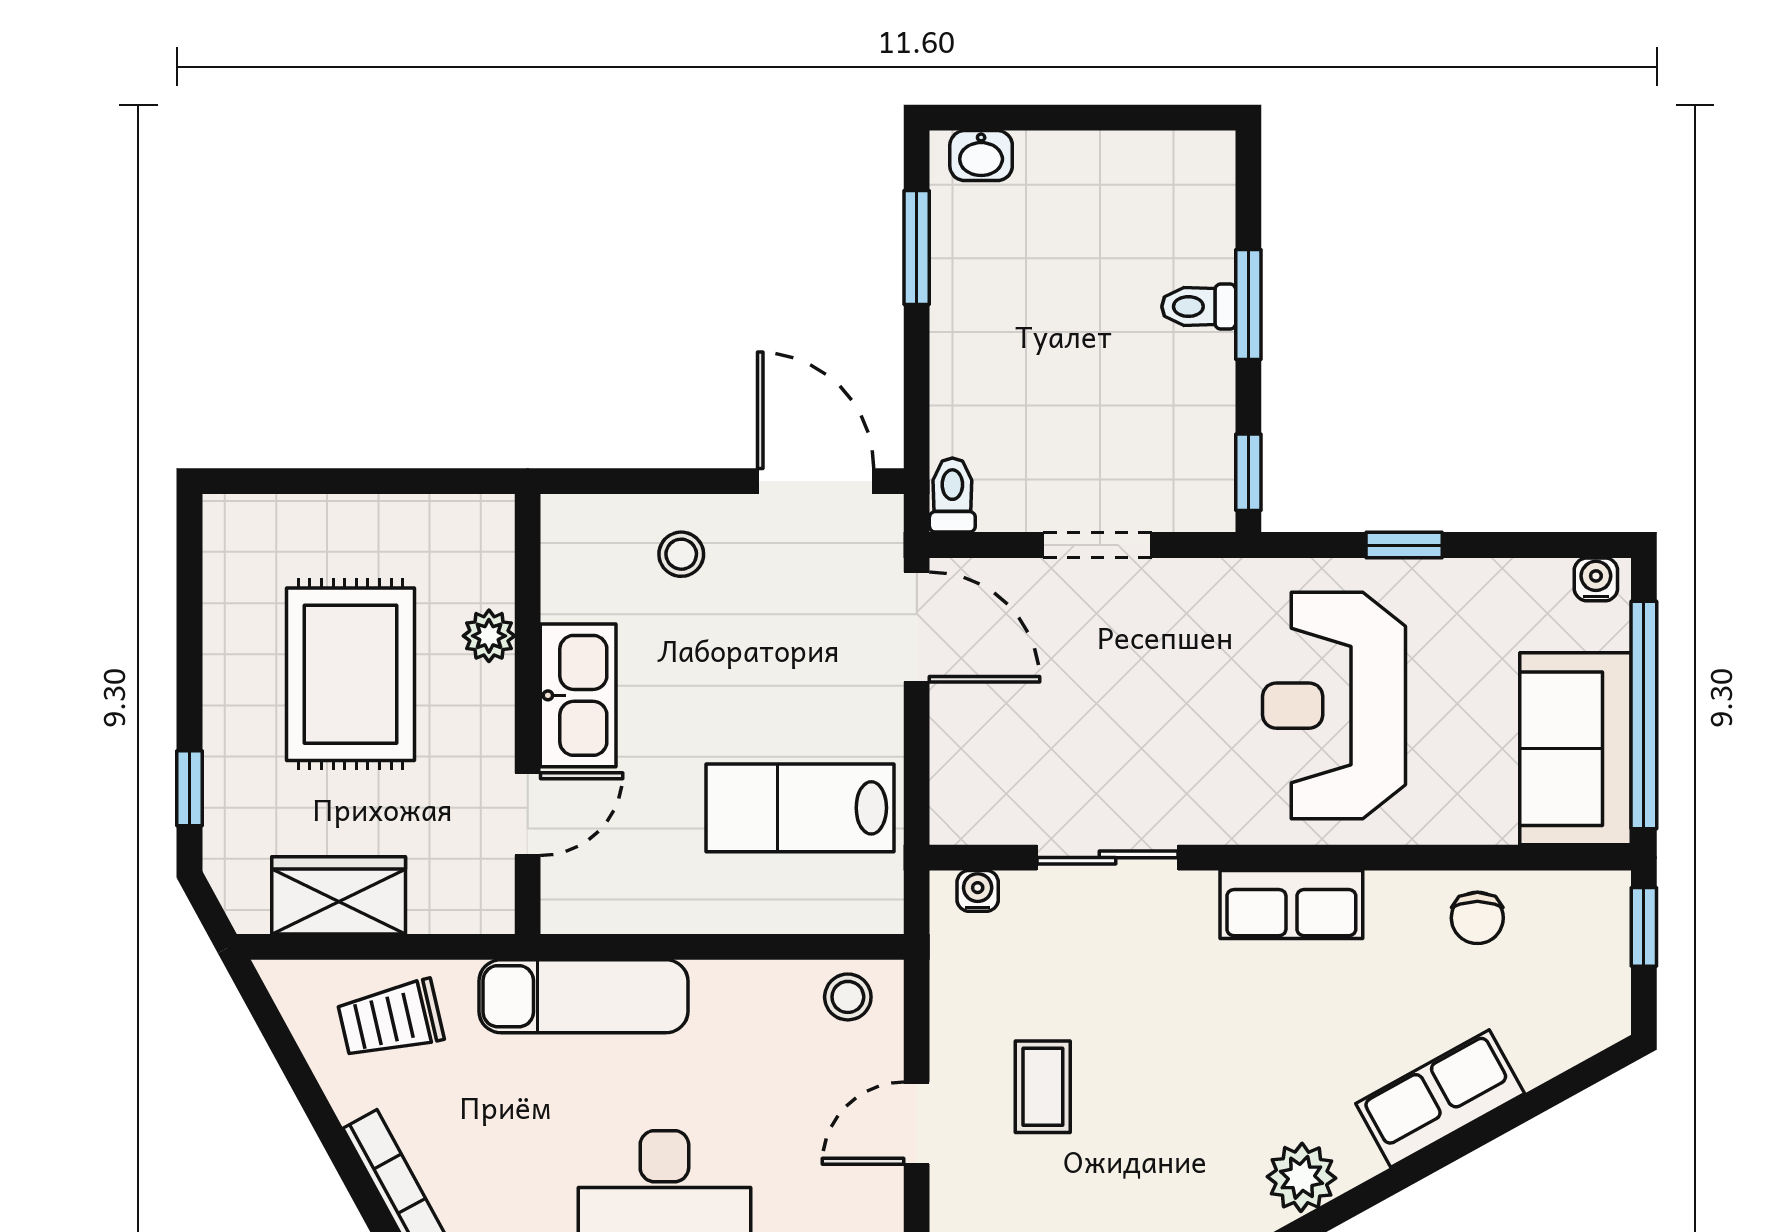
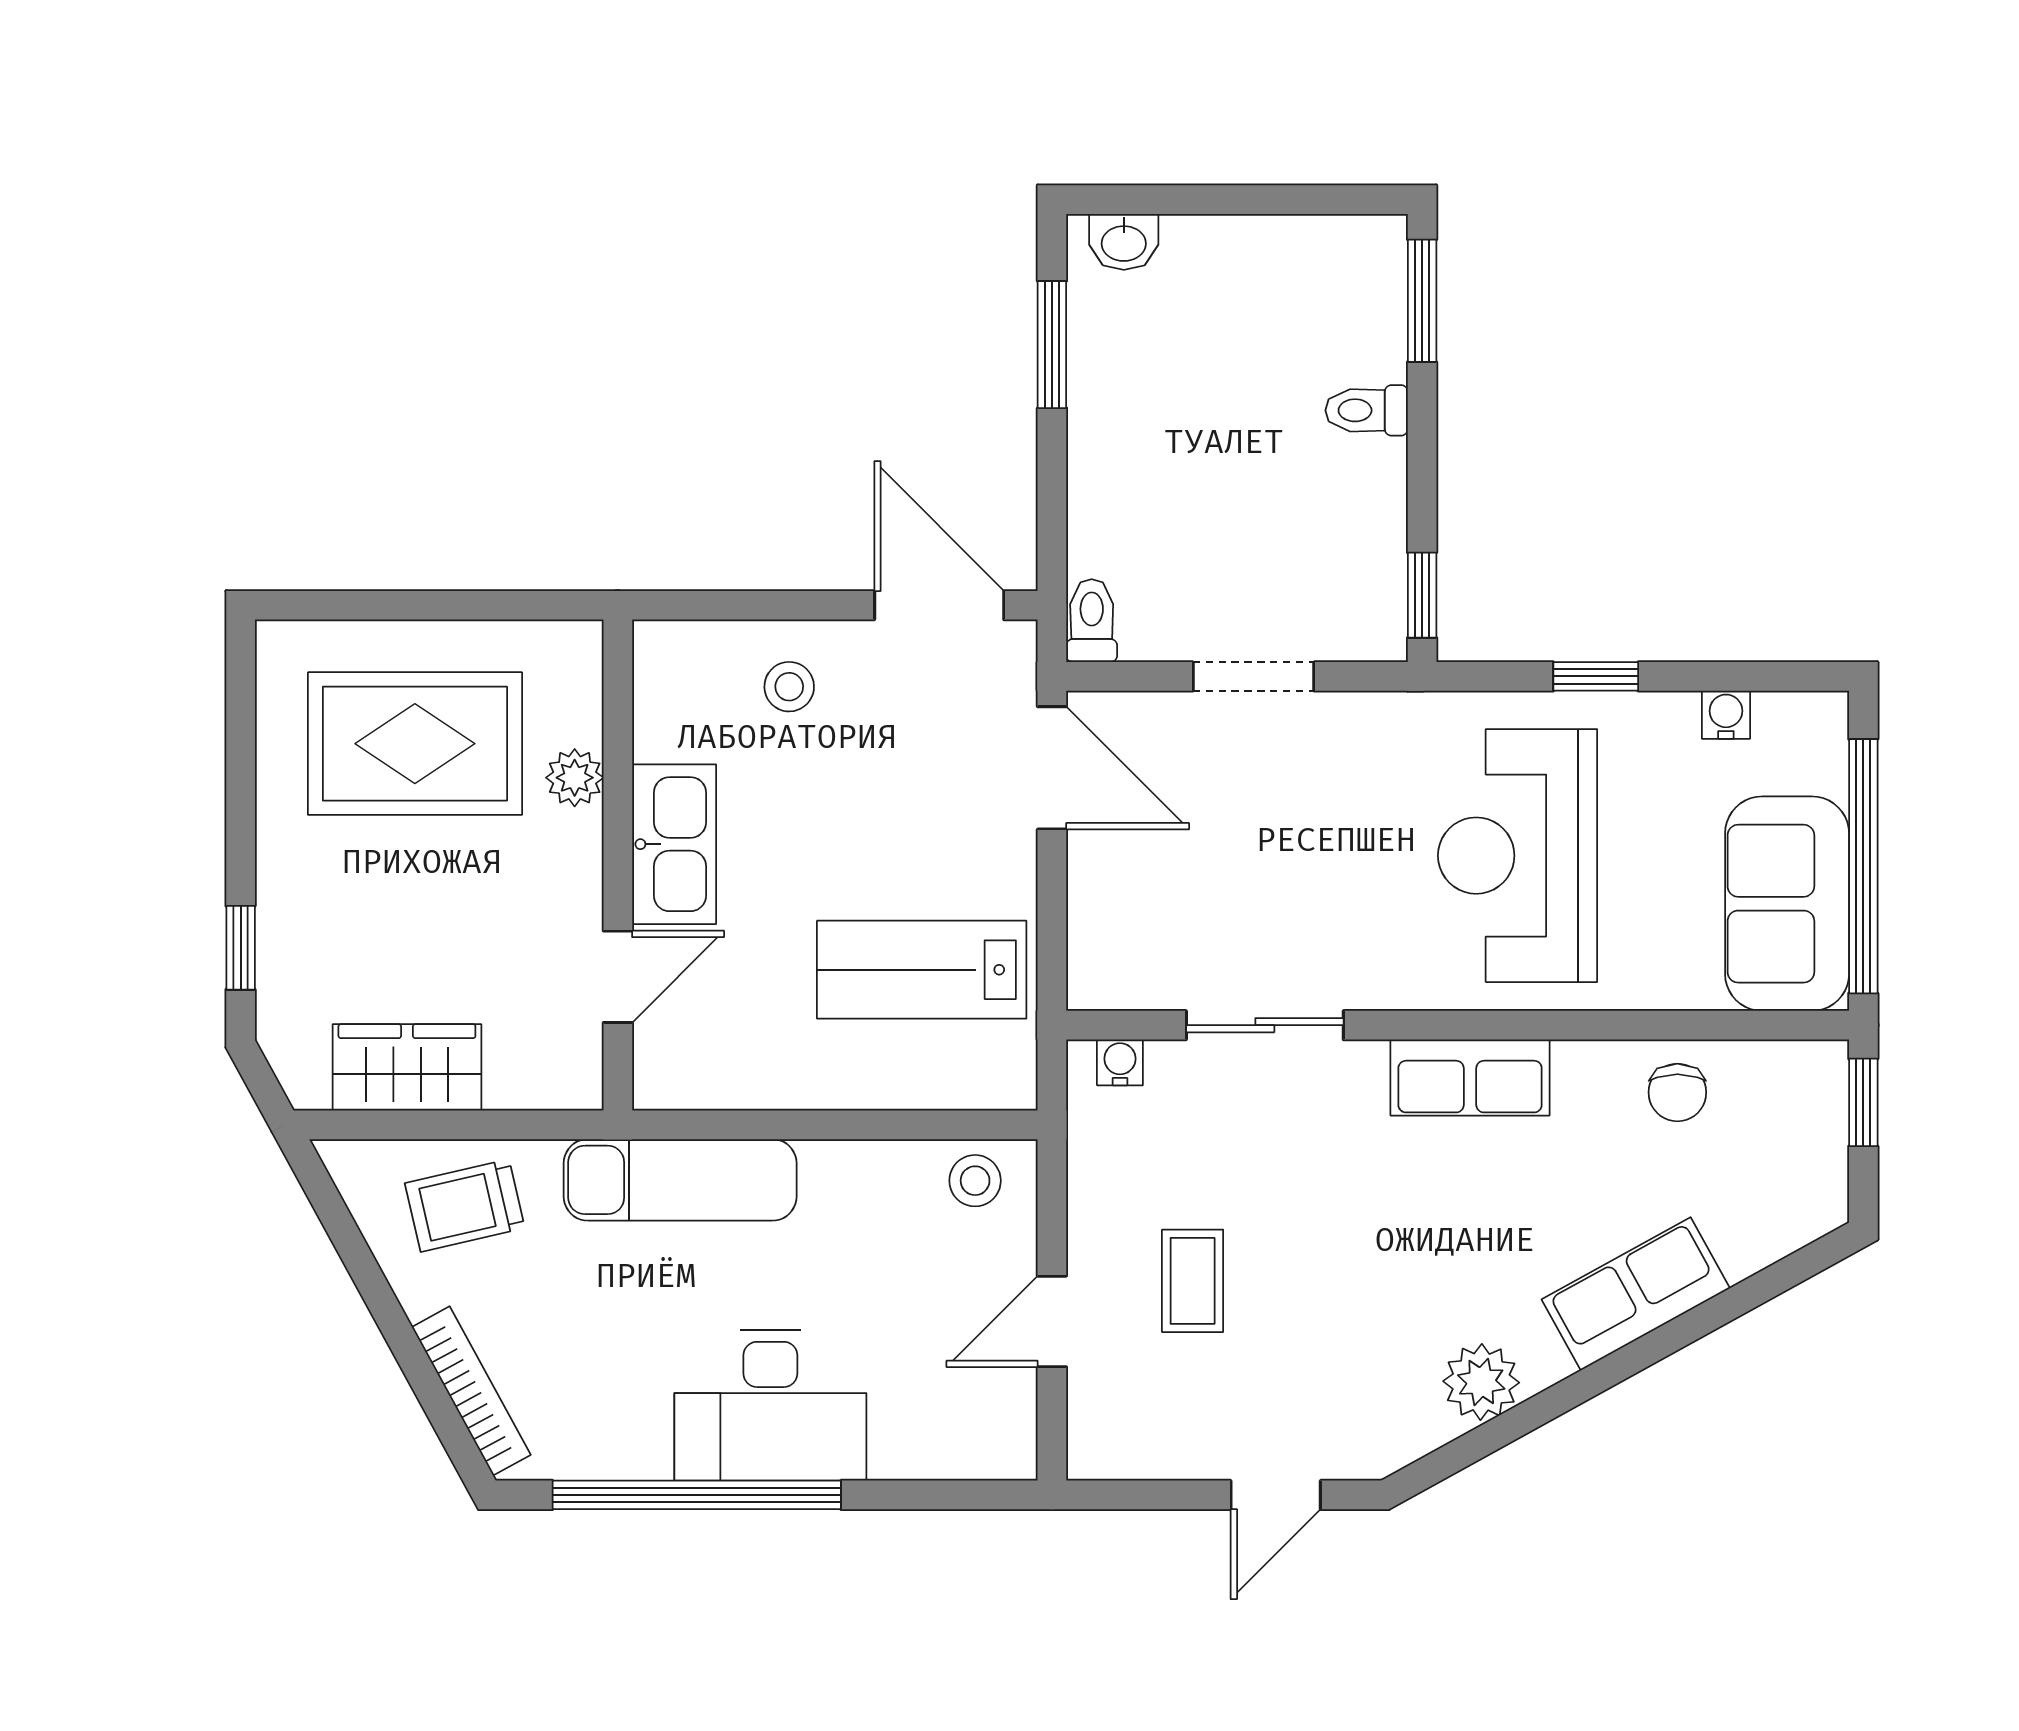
window: (1248, 305) -> (1422, 301), moved
water cooler: (1596, 579) -> (1726, 715), moved
rug: (351, 674) -> (415, 744), moved, turned 90

